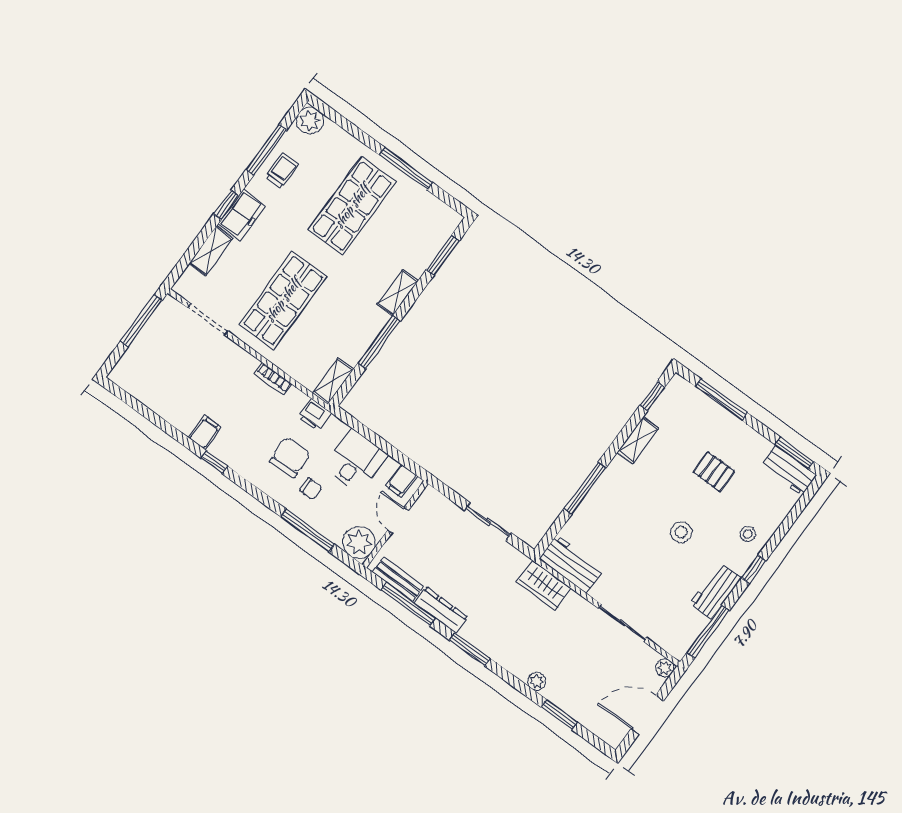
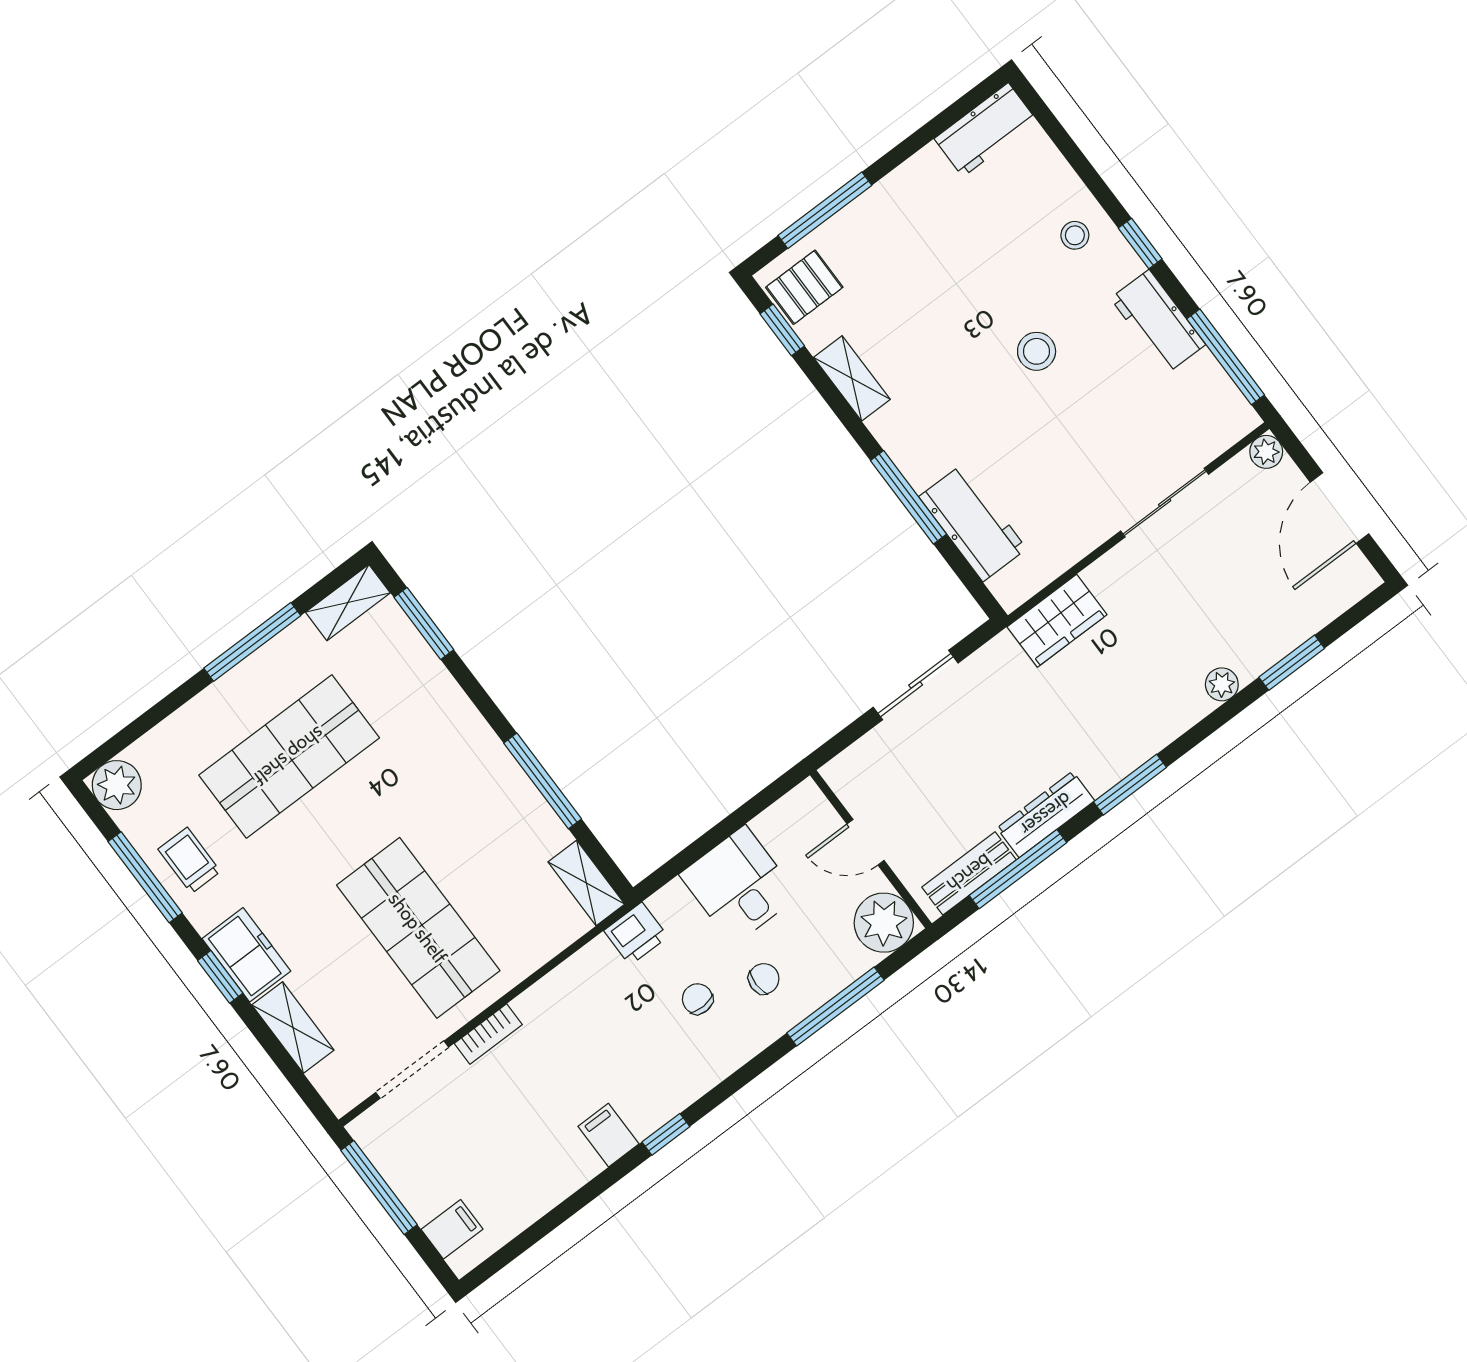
shop shelf: (352, 206) -> (289, 756), turned 90
shelving: (398, 293) -> (348, 603), moved, turned 90
bookcase: (273, 379) -> (488, 1034), moved
window: (794, 453) -> (958, 110), removed
chair: (290, 457) -> (698, 999), width x0.54, depth x0.54
pallet: (714, 472) -> (804, 287), moved
filing cabinet: (401, 481) -> (452, 1229), moved, turned -90
workbench: (571, 564) -> (973, 523), moved, turned 90

